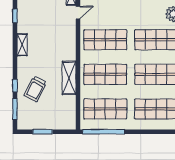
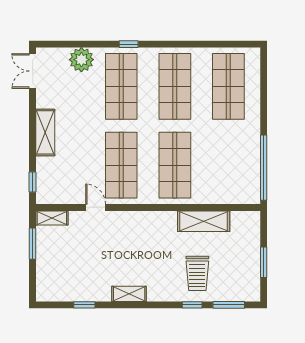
door: (78, 13) -> (96, 207), moved
shelving: (69, 78) -> (204, 221), moved
trolley: (35, 89) -> (197, 273), turned 63
shop shelf: (105, 109) -> (228, 165), removed

